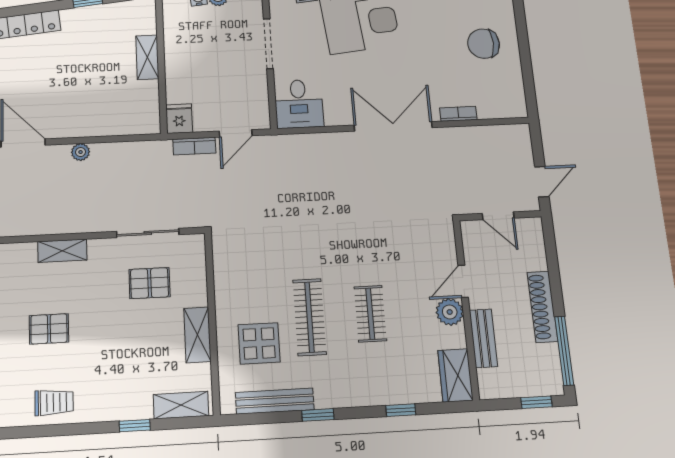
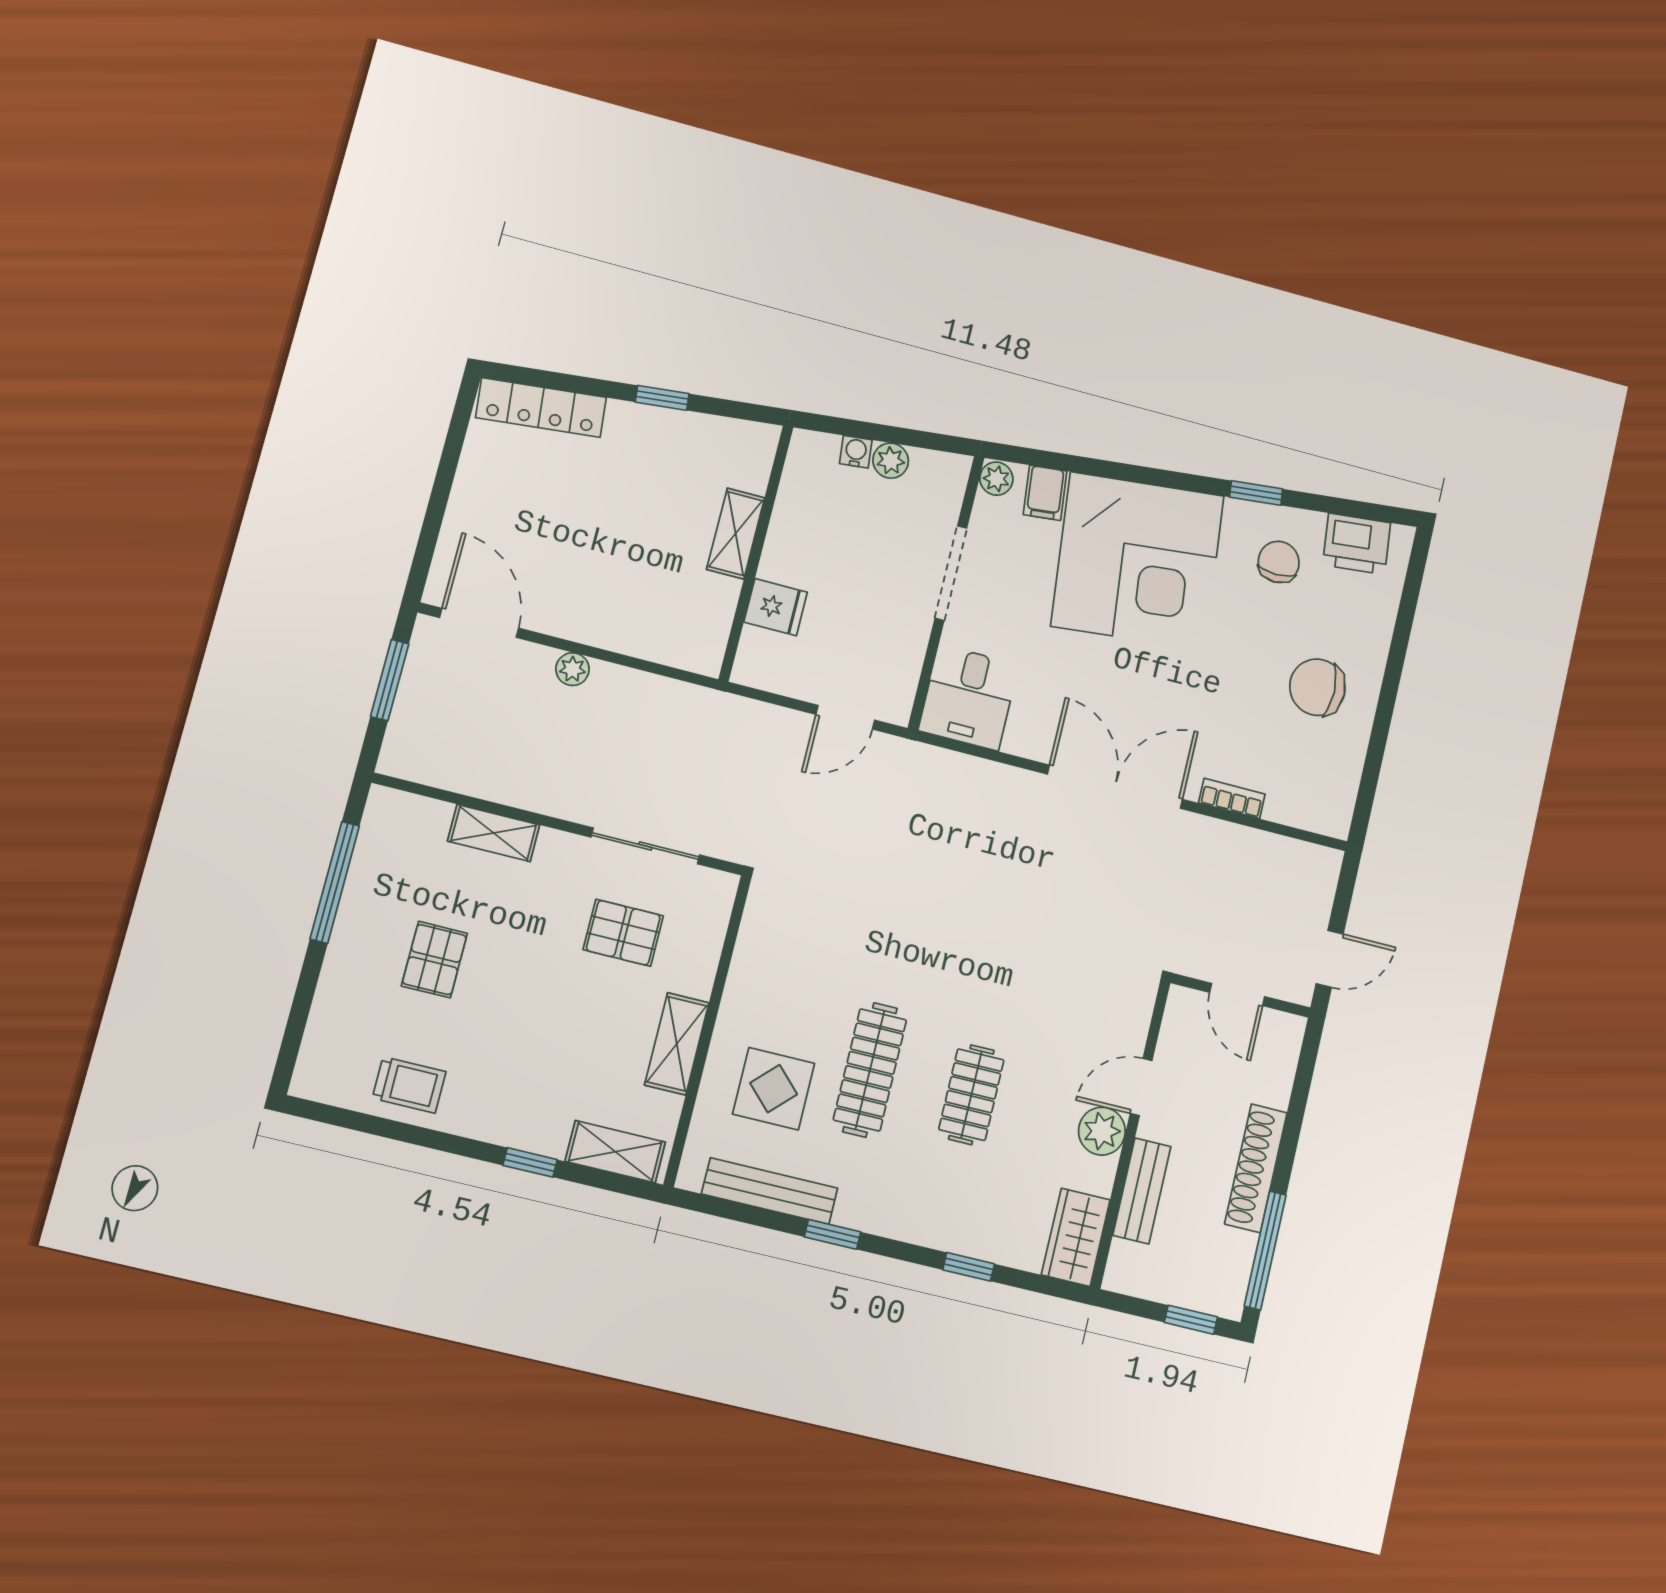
fridge: (179, 119) -> (776, 607), moved, turned 90
bookcase: (194, 146) -> (769, 718), removed
pallet: (49, 329) -> (434, 960), turned 90

